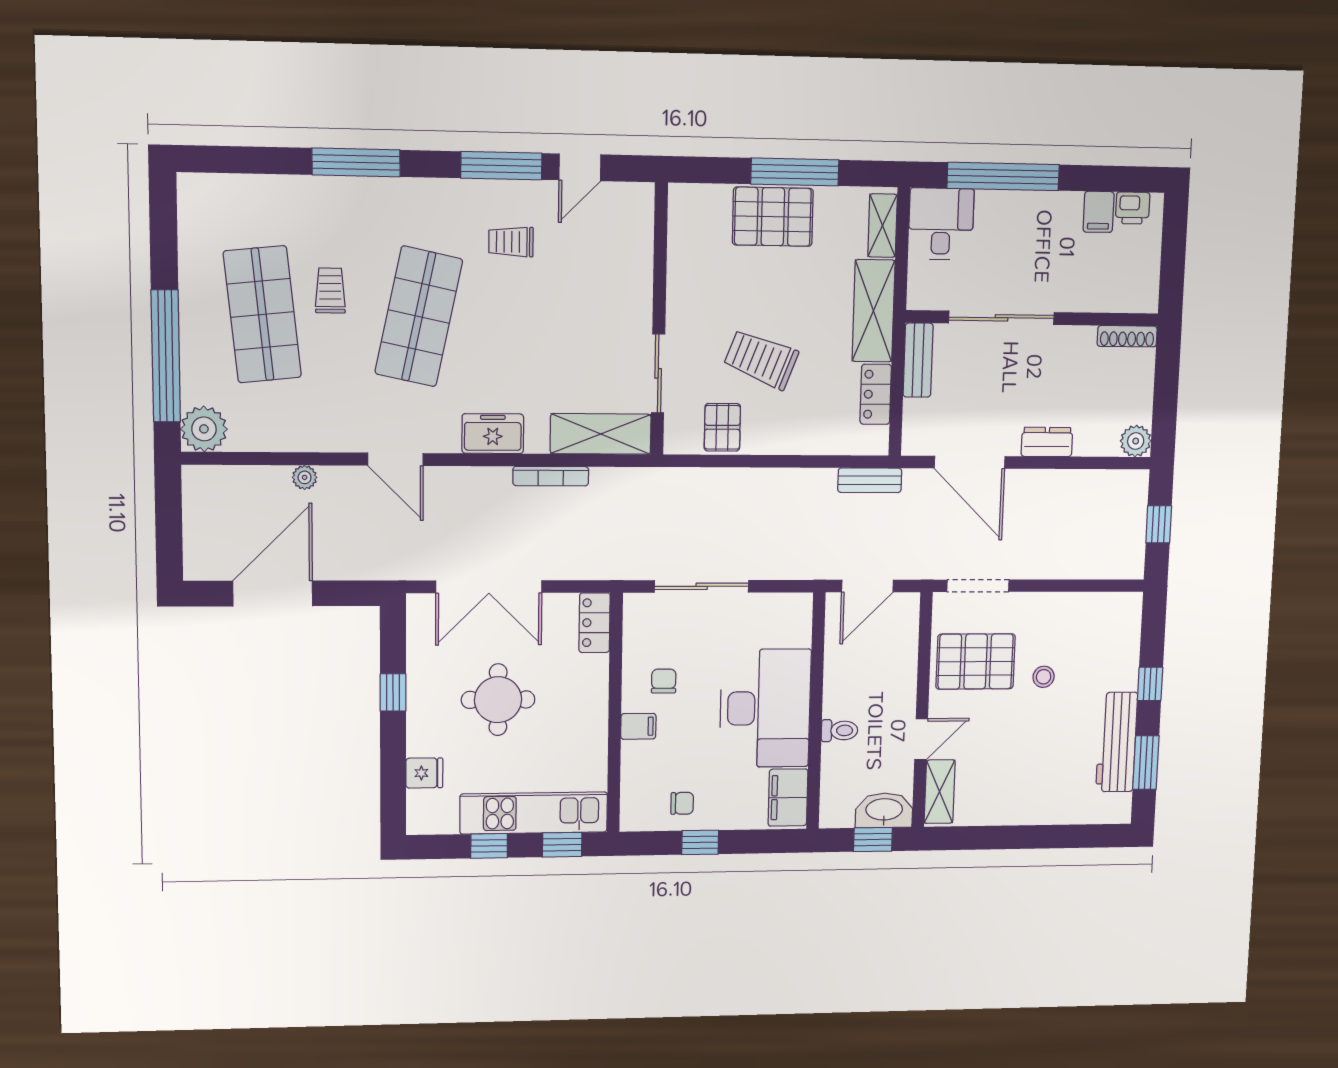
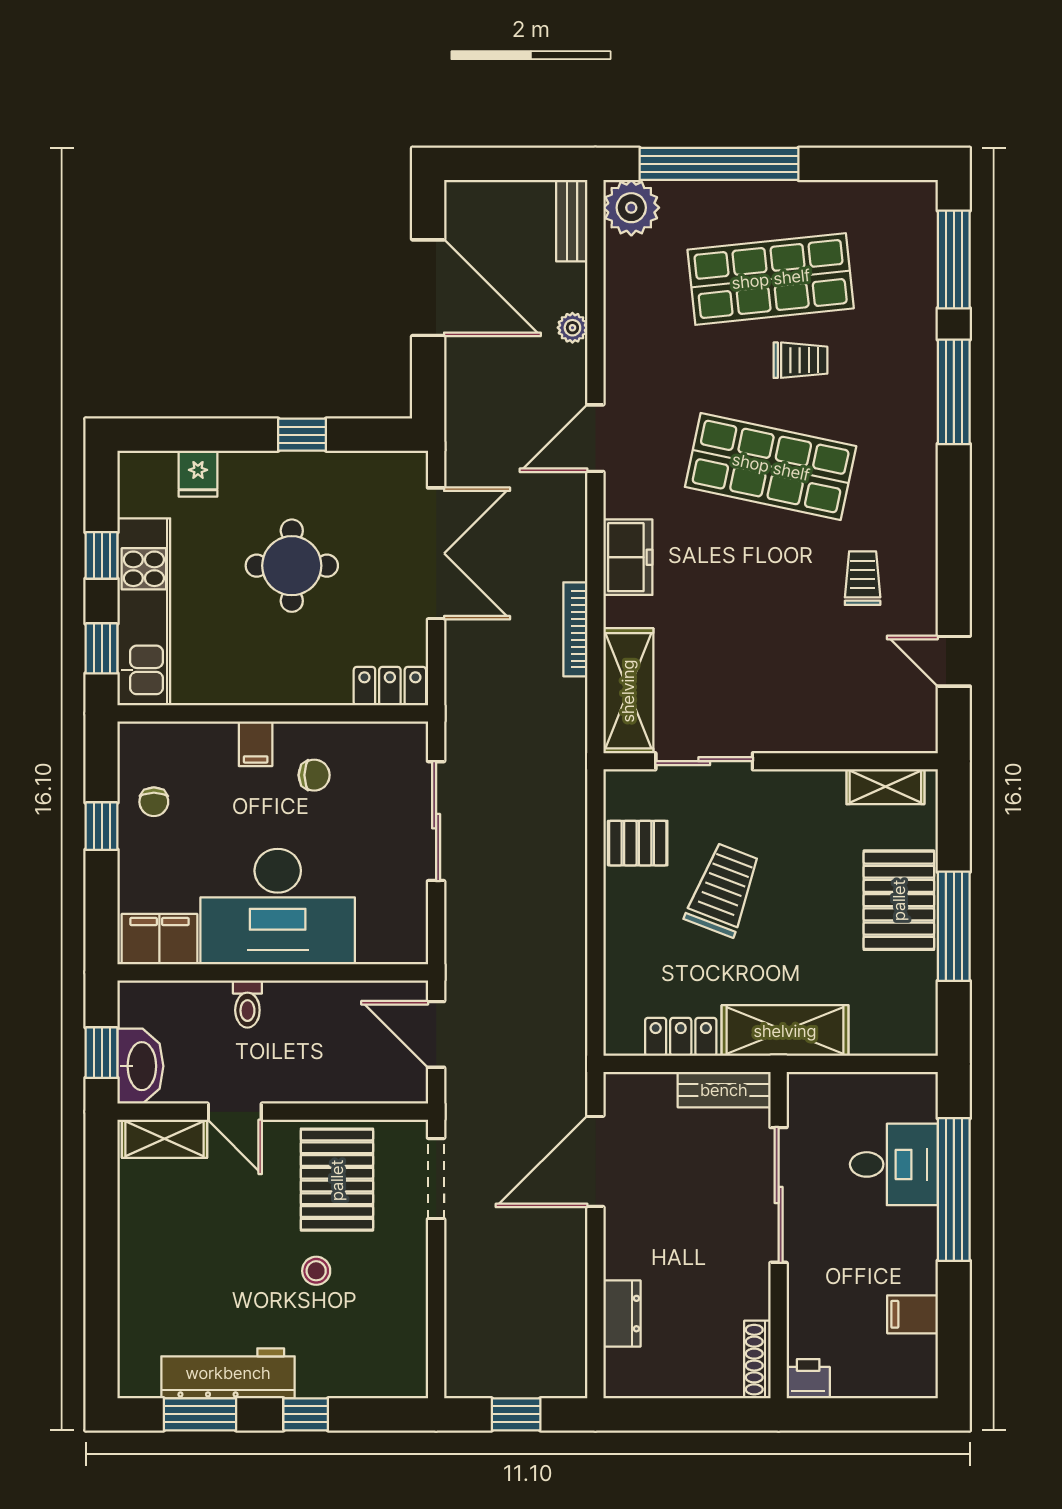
window: (501, 166) -> (954, 259), moved
printer: (1133, 208) -> (808, 1379), moved, turned 90
desk: (941, 224) -> (894, 1164), moved
shelving: (883, 226) -> (885, 787), moved
plant: (1136, 441) -> (624, 1378), removed
dresser: (1047, 442) -> (622, 1314), moved
bench: (870, 480) -> (572, 221), moved
double door: (489, 587) -> (436, 553), swing flipped

